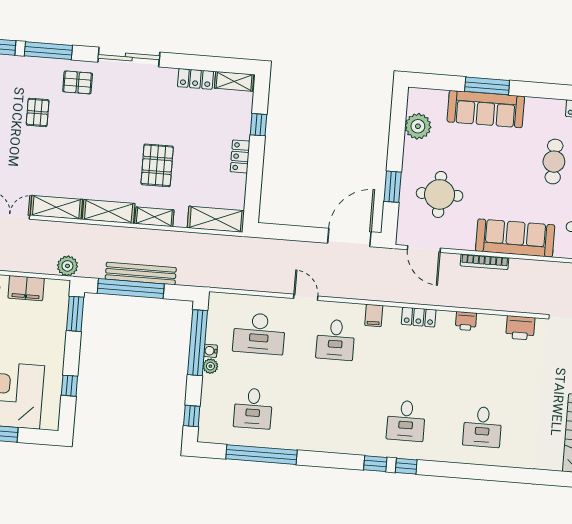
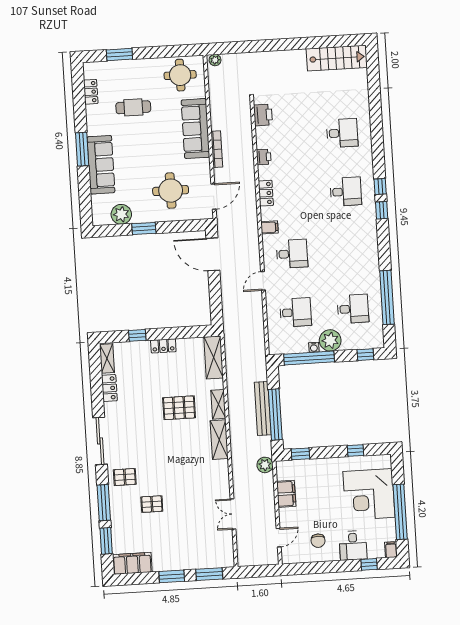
pallet: (78, 82) -> (125, 477), turned 90
window: (487, 86) -> (82, 149), moved
window: (393, 187) -> (144, 229), moved
shelving: (56, 207) -> (222, 480), removed
window: (75, 314) -> (300, 454), width x0.67
desk: (259, 334) -> (296, 312), width x0.73
plant: (210, 366) -> (330, 340), width x1.88, depth x1.88

